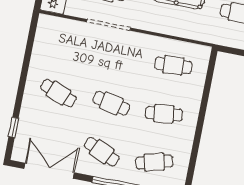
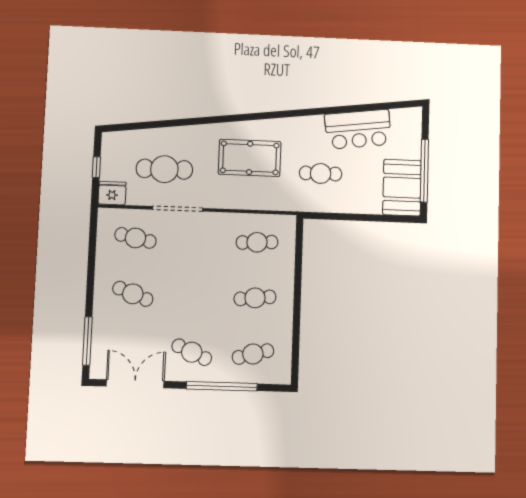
cafe table: (111, 103) -> (135, 238), moved
window: (14, 127) -> (87, 341), width x2.17

